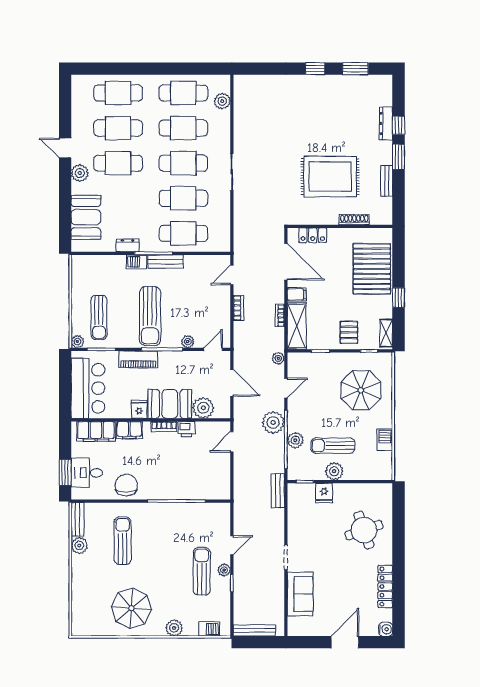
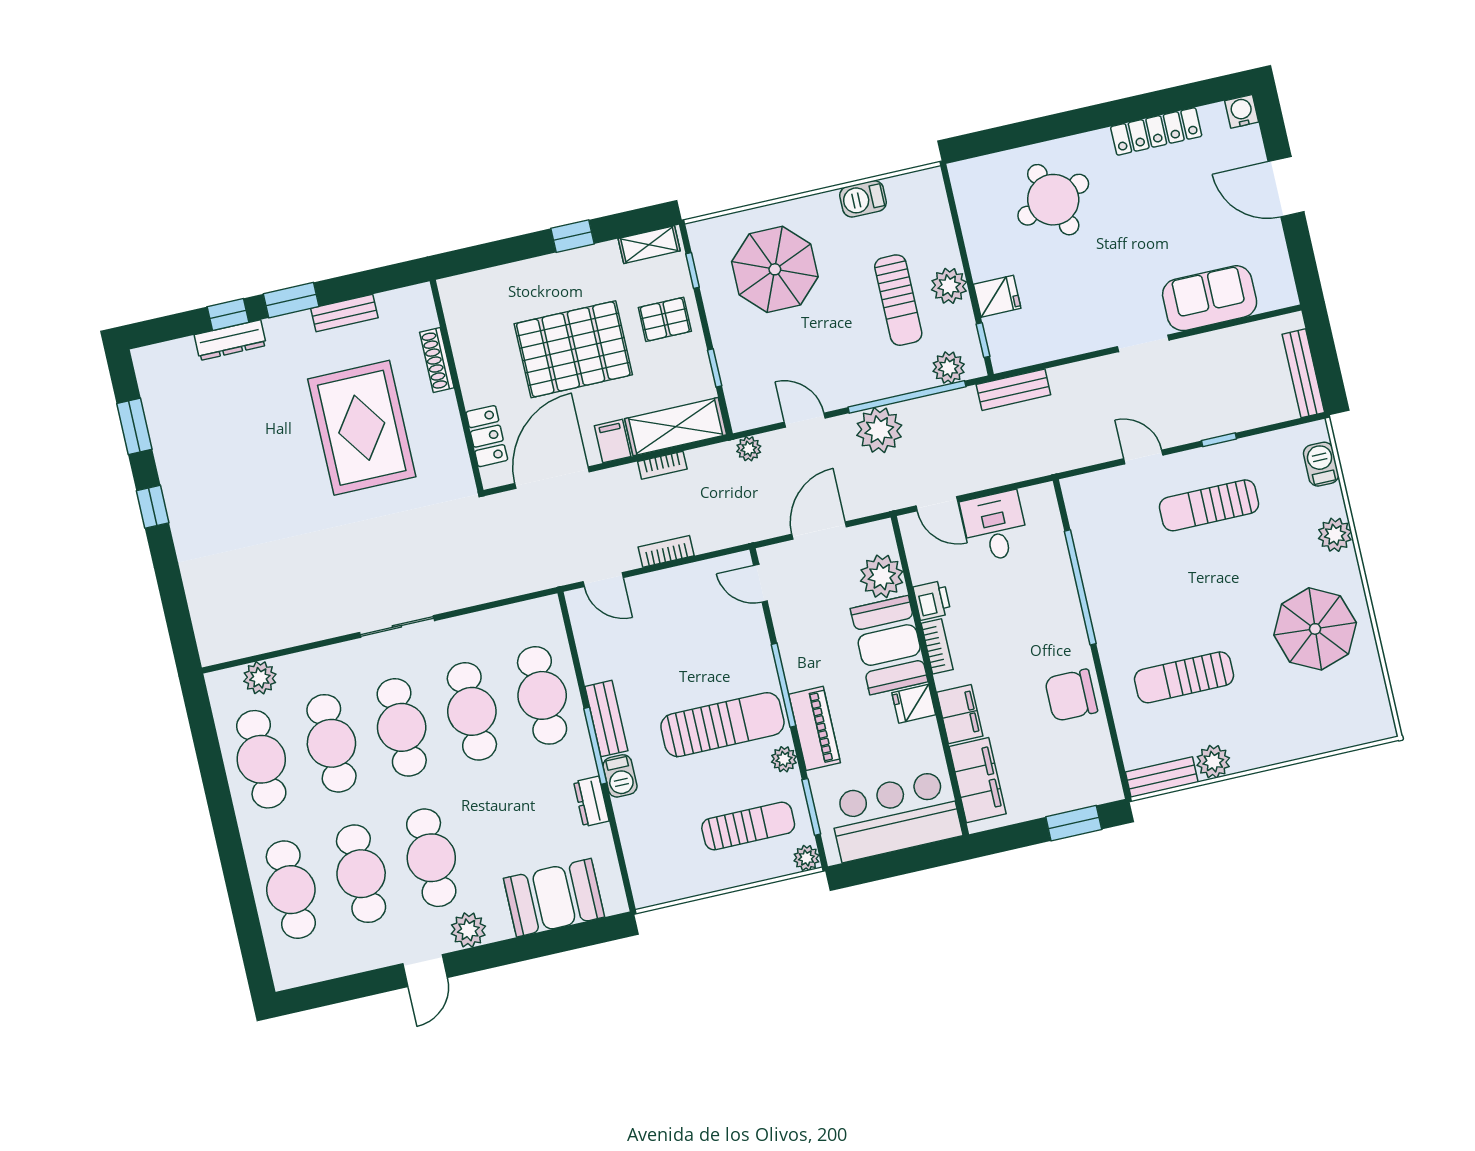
pallet: (372, 269) -> (573, 349), moved
plant: (188, 342) -> (784, 759), moved
plant: (295, 440) -> (949, 368), moved
desk: (87, 473) -> (995, 527), moved, turned 180
plant: (224, 570) -> (1196, 461), removed

